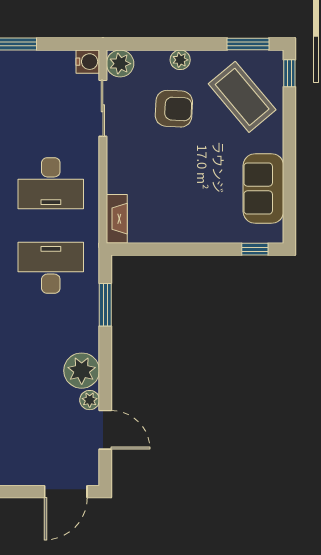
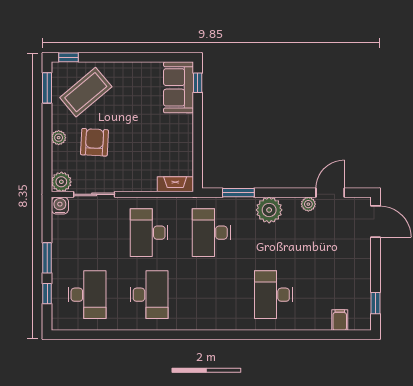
desk: (51, 183) -> (149, 233), turned 180
sofa: (263, 189) -> (178, 87), moved, turned 90
plant: (82, 371) -> (269, 210), moved

